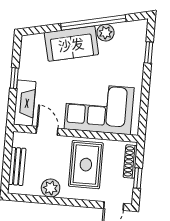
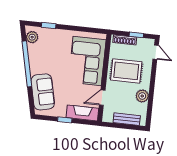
plant: (105, 33) -> (32, 37), moved
sofa: (71, 44) -> (43, 92), moved

